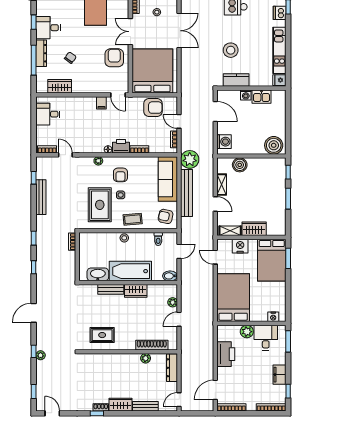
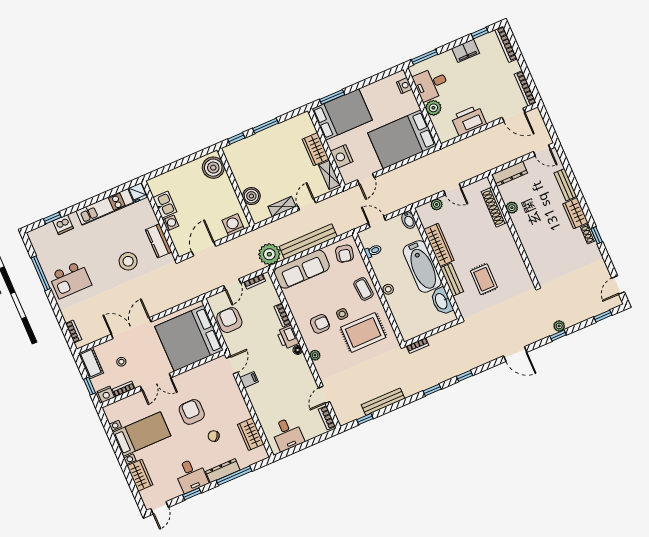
armchair: (114, 58) -> (192, 412), moved, turned 90
wardrobe: (136, 291) -> (439, 245), width x1.50
rug: (102, 335) -> (484, 279), moved

